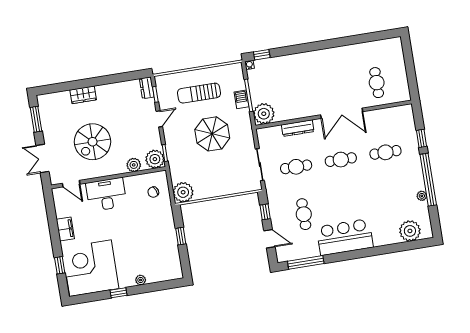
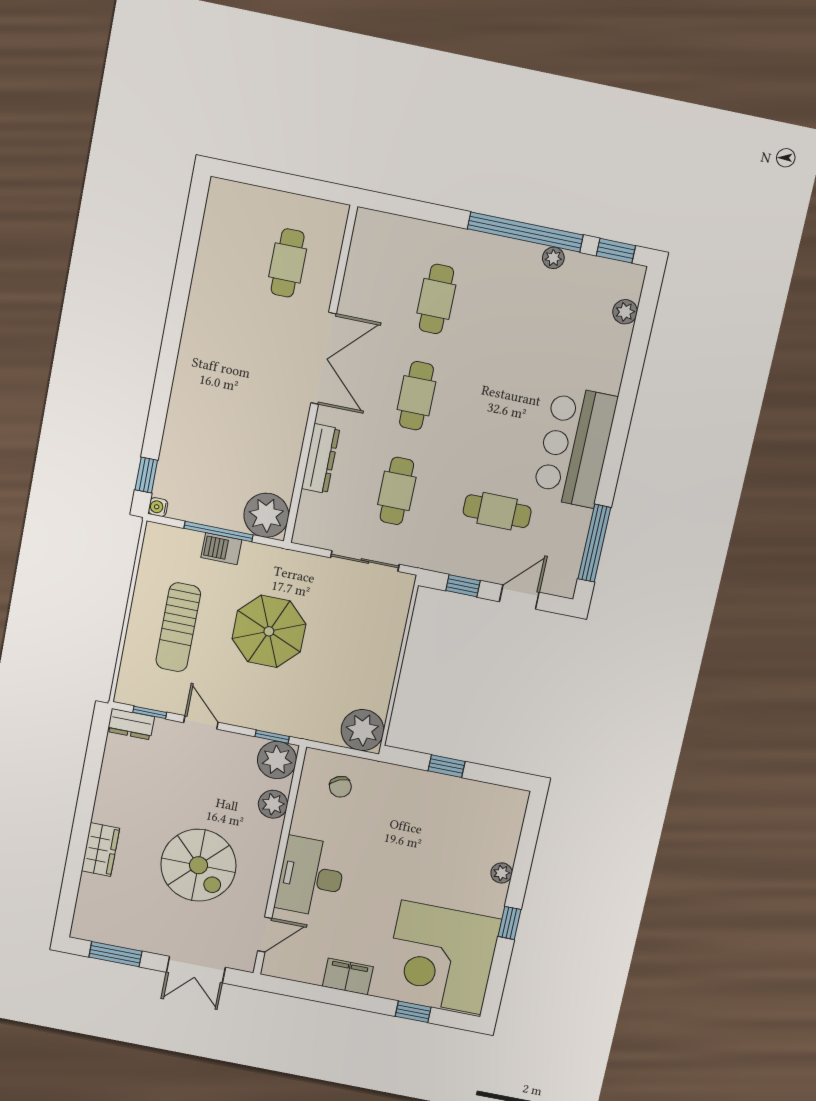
cafe table: (377, 83) -> (288, 263), turned 90
window: (422, 138) -> (616, 251), moved
plant: (410, 231) -> (625, 312), width x0.53, depth x0.53

